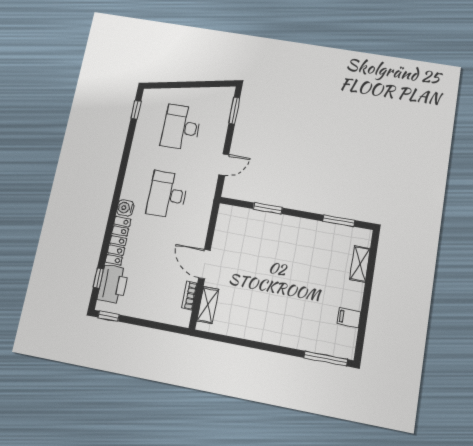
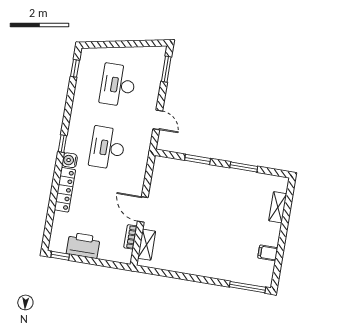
door: (224, 165) -> (158, 120), hinge flipped
window: (339, 221) -> (244, 167), moved
window: (98, 278) -> (62, 144), moved
printer: (113, 284) -> (83, 245), moved, turned -90

